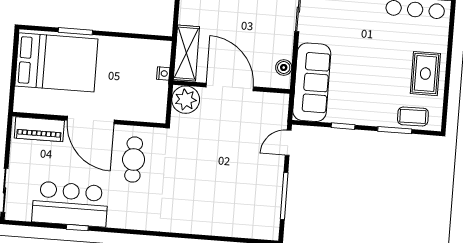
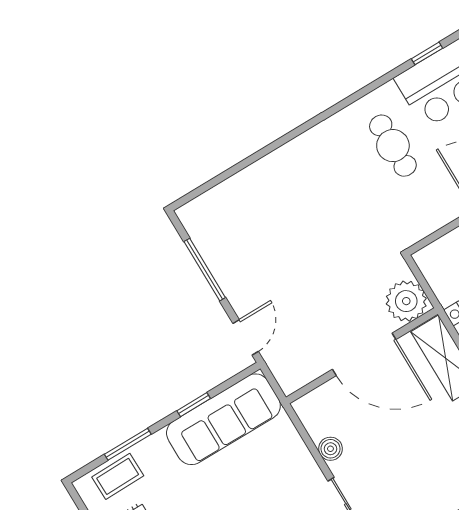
boiler: (284, 68) -> (330, 449), moved
sofa: (312, 82) -> (223, 419), moved, turned -90
cafe table: (134, 160) -> (393, 146), moved

